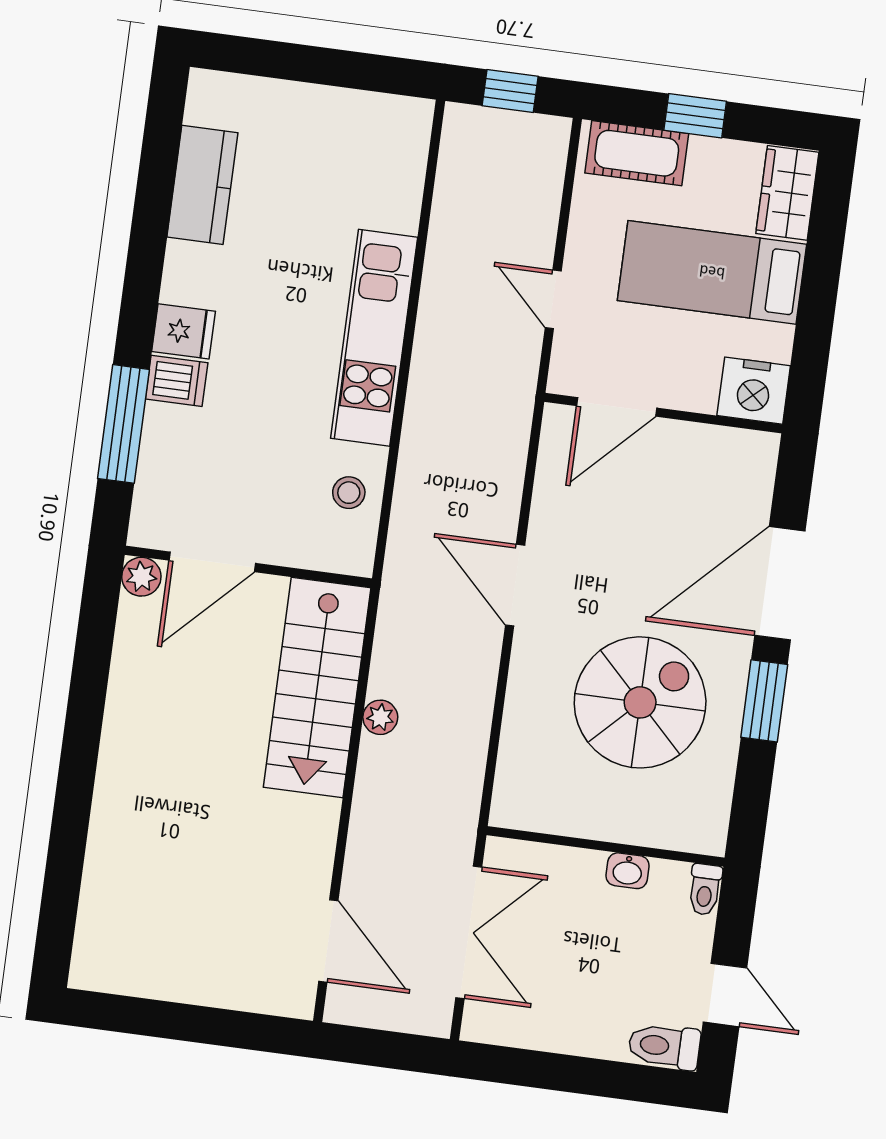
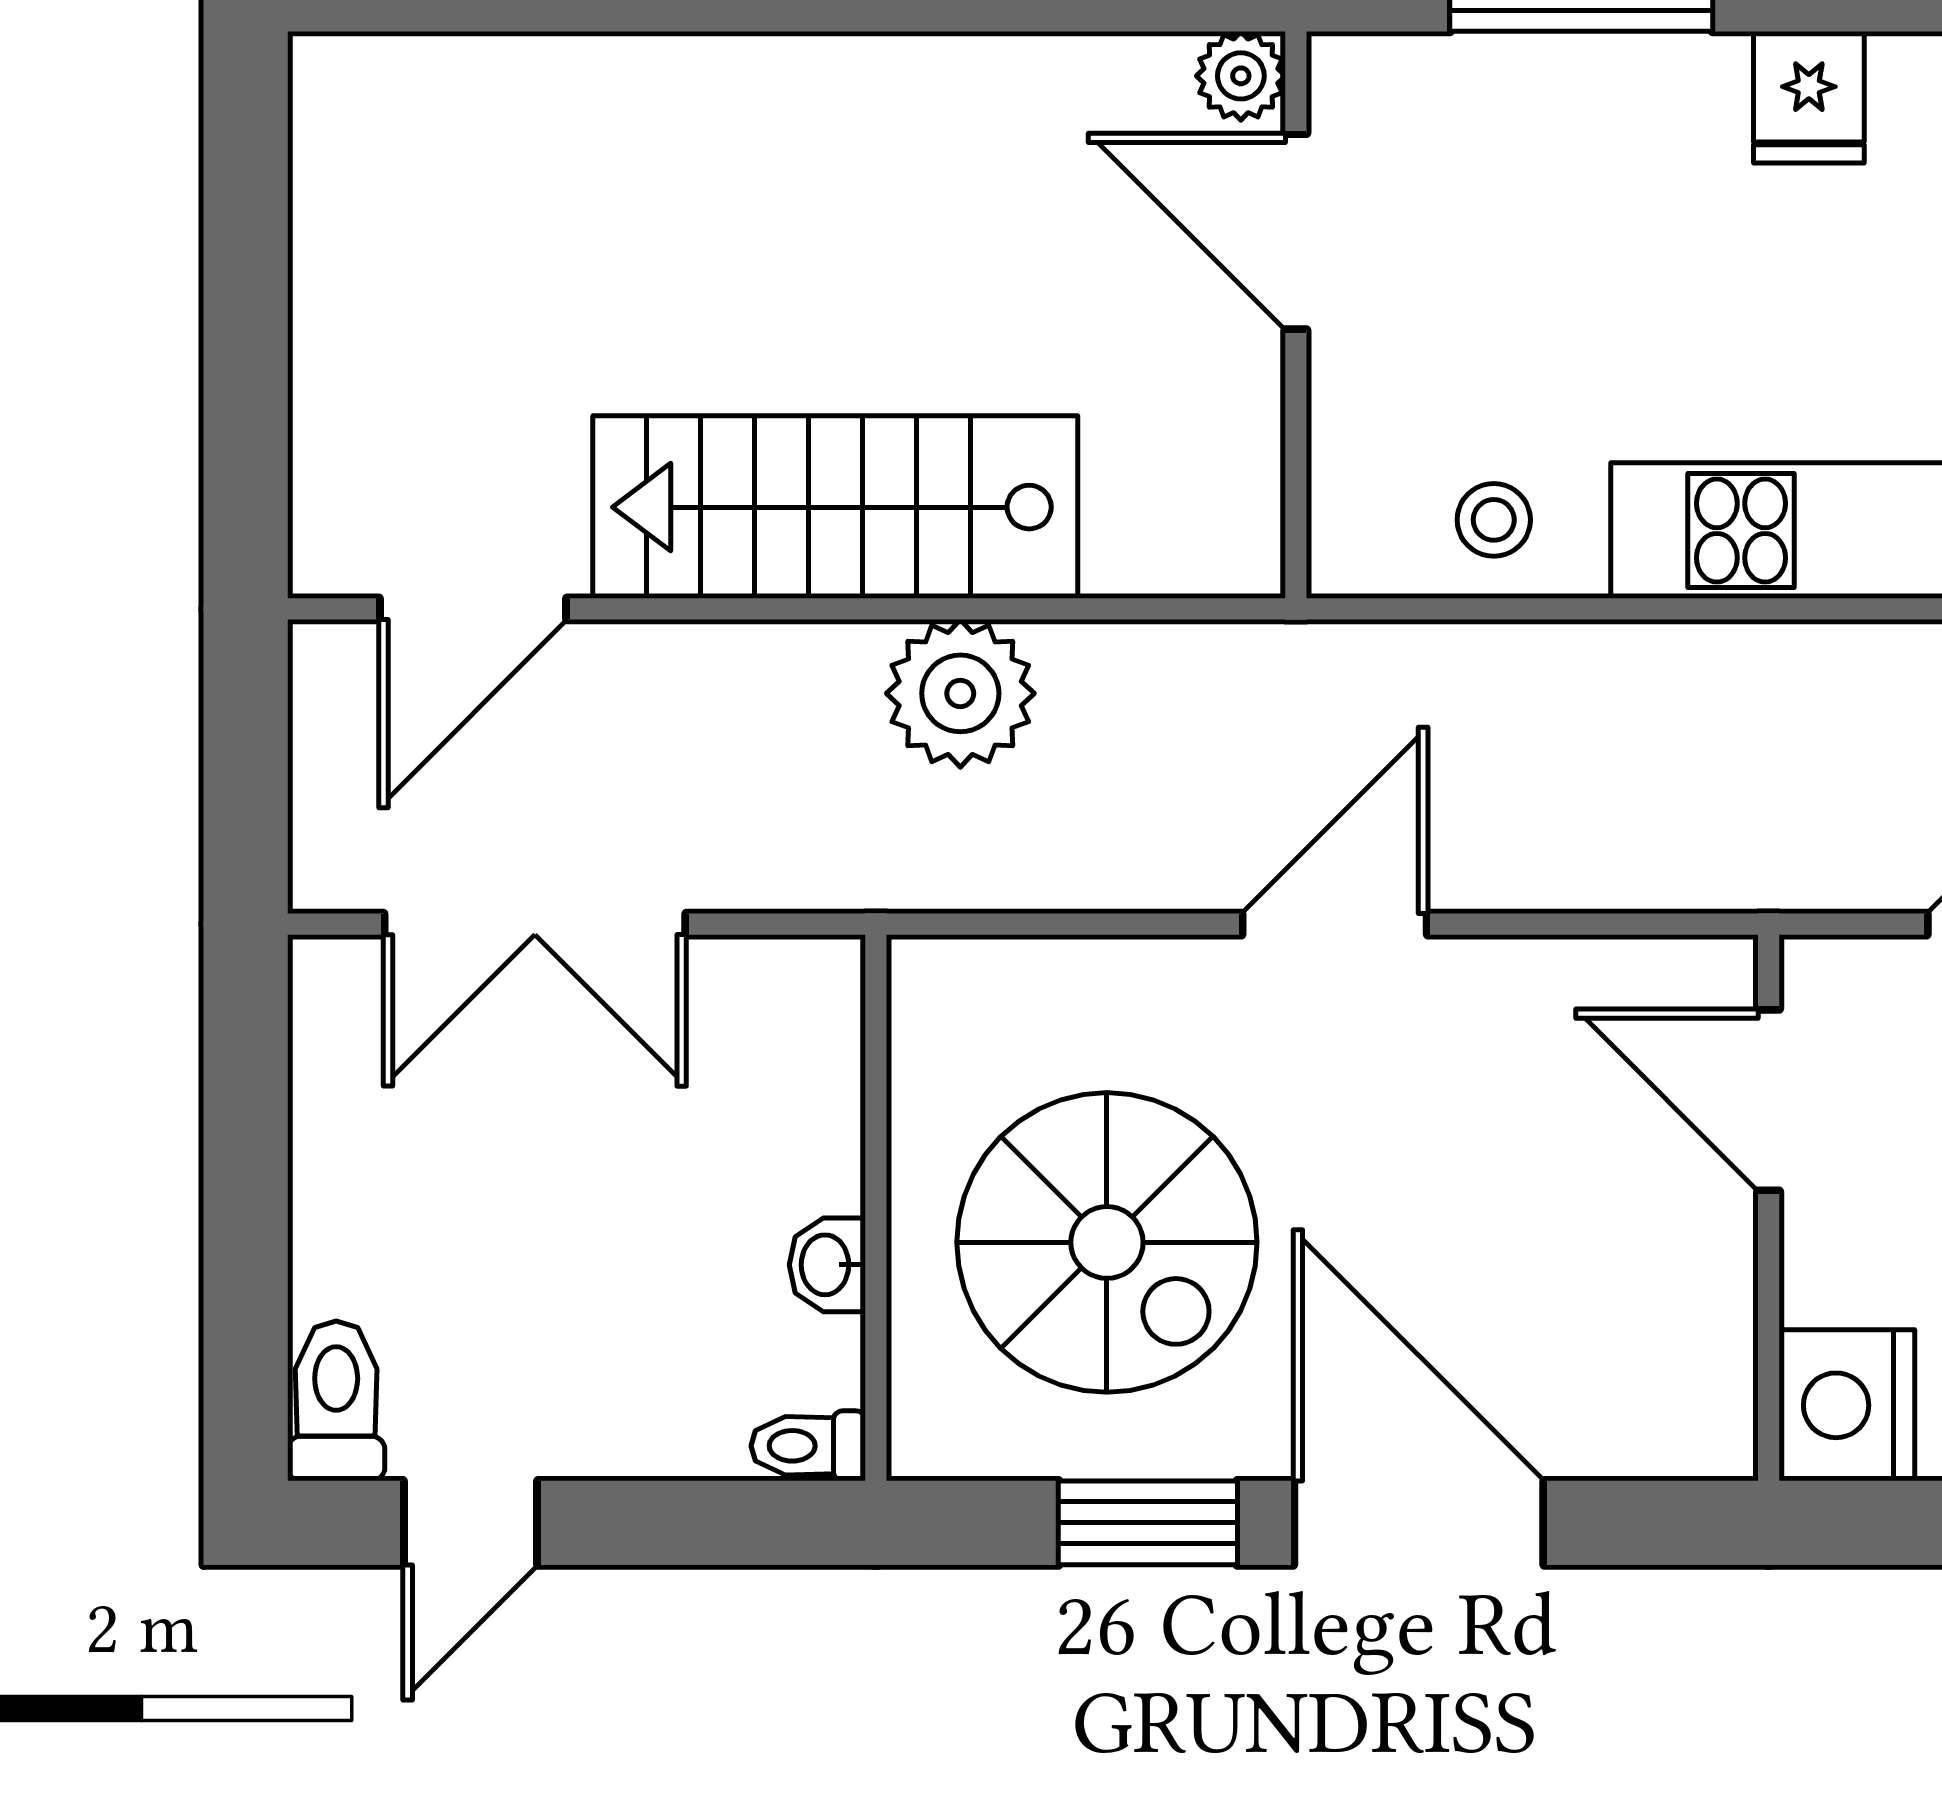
dishwasher: (177, 381) -> (1695, 96), removed
stairs: (317, 688) -> (835, 507), moved
plant: (380, 717) -> (960, 693), width x1.88, depth x1.88
wall: (606, 846) -> (876, 1208), moved
washbasin: (628, 871) -> (827, 1265), moved
toilet: (705, 889) -> (808, 1446), moved

